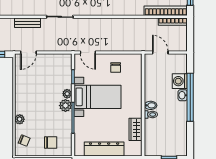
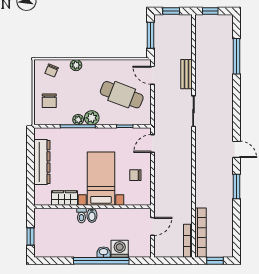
cafe table: (45, 79) -> (122, 95), added
plant: (67, 94) -> (78, 120), moved
bed with nightstands: (98, 97) -> (101, 179), moved, turned 180

